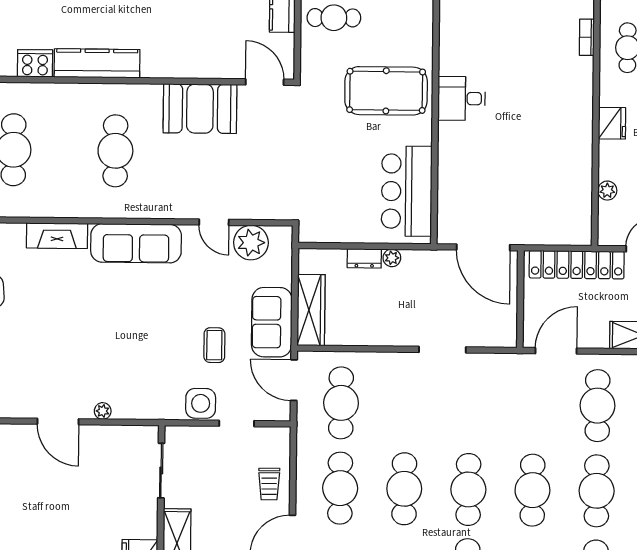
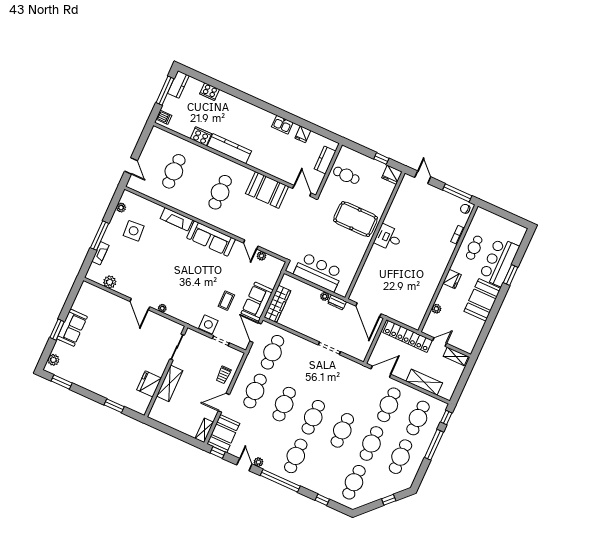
bar counter: (407, 191) -> (318, 272), moved, turned 90
plant: (251, 243) -> (262, 256), width x0.53, depth x0.53
dresser: (364, 258) -> (337, 302), moved

